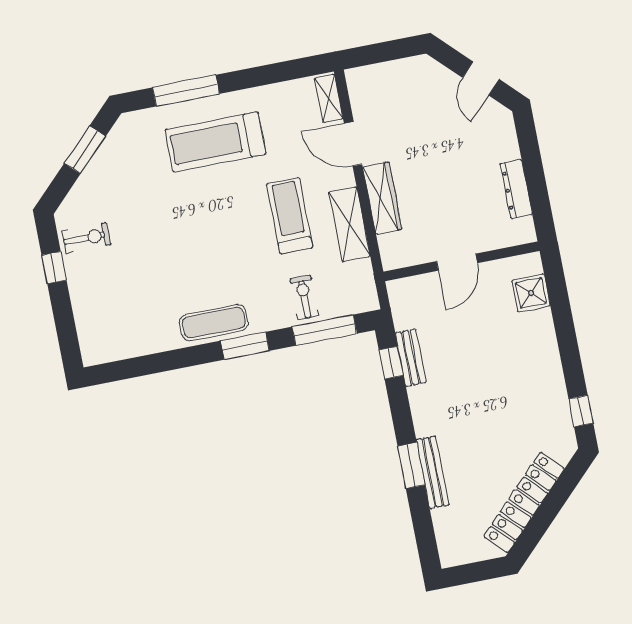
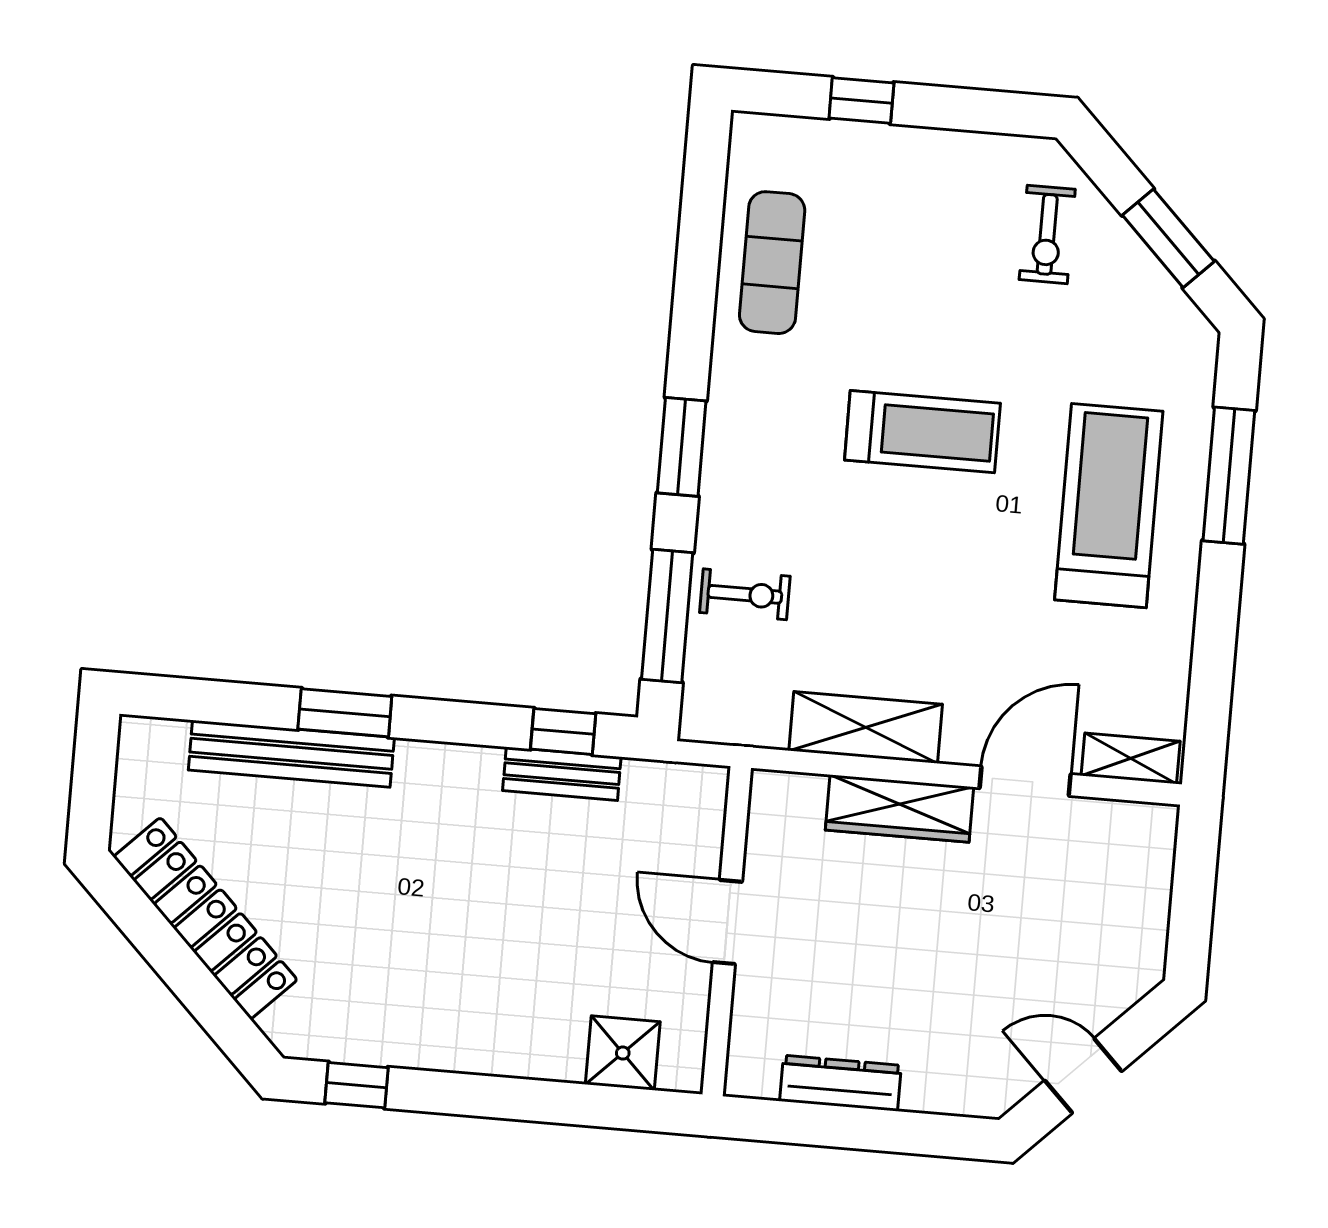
treadmill: (290, 216) -> (922, 432), moved
exercise bike: (86, 238) -> (1047, 234), moved
window: (54, 268) -> (861, 100), moved
exercise mat: (214, 323) -> (772, 263), moved
bench: (433, 472) -> (291, 754), width x1.37, depth x1.21

